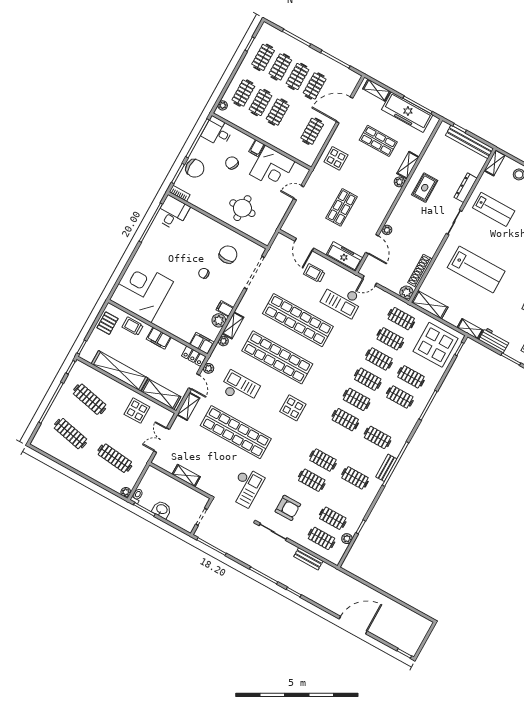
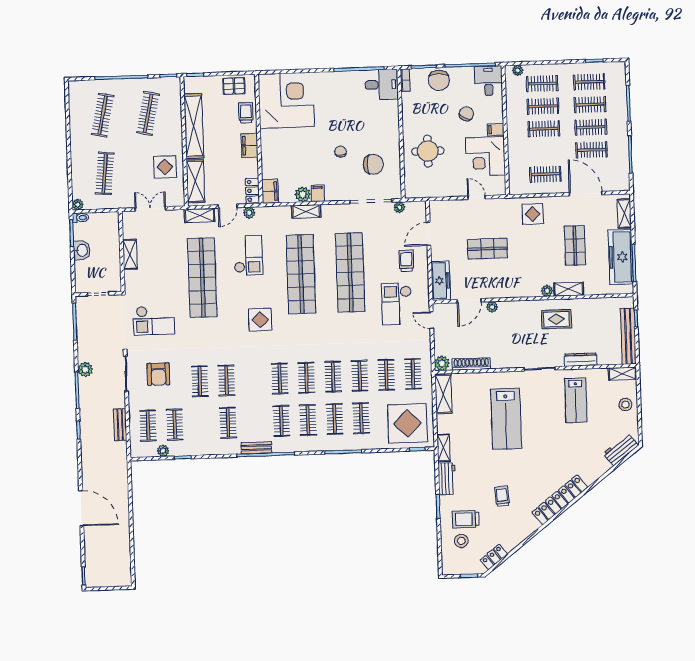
plant: (223, 341) -> (399, 207), moved
clothes rail: (389, 417) -> (308, 420), added
plant: (252, 560) -> (85, 369), added

